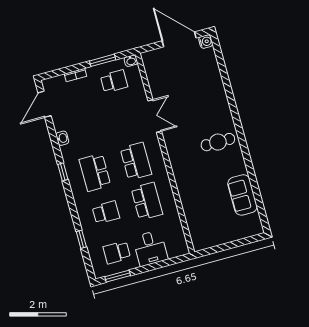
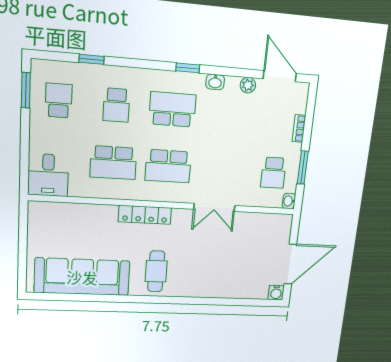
plant: (59, 125) -> (248, 85), added
washbasin: (62, 138) -> (215, 82), moved
locker: (177, 166) -> (145, 215), added
sofa: (242, 195) -> (82, 277), width x1.85, depth x1.27
desk: (150, 248) -> (48, 175), moved, turned -90

